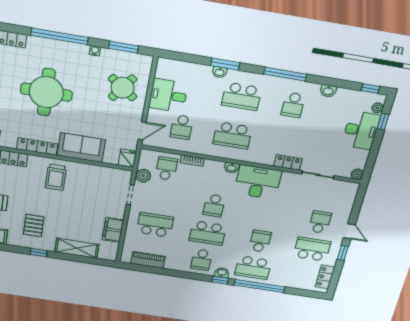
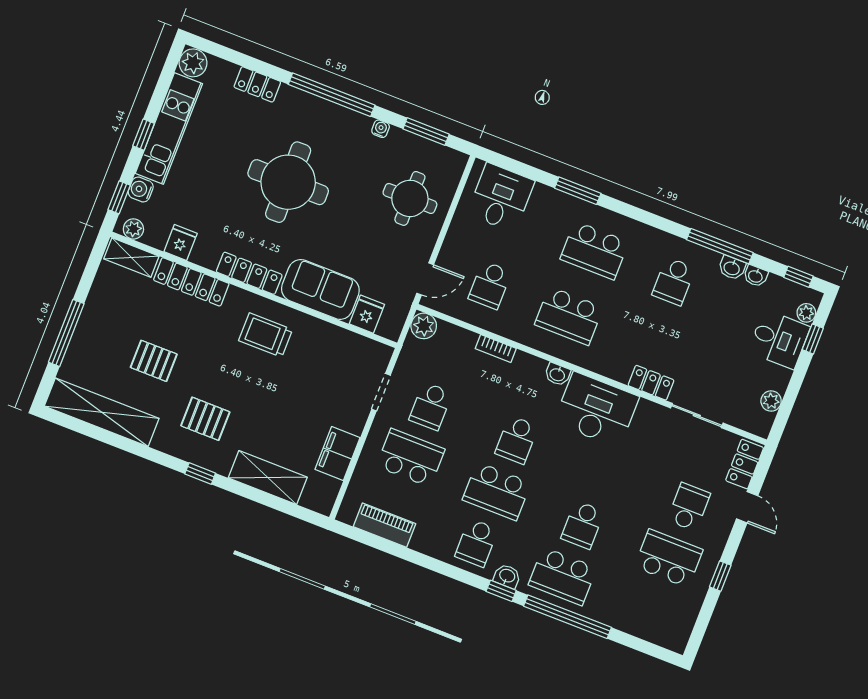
washbasin: (220, 72) -> (755, 276), moved
window: (285, 74) -> (720, 246), moved
round table: (123, 88) -> (410, 198), turned -36
desk: (168, 95) -> (501, 198), moved, turned 90
desk: (361, 130) -> (779, 339), width x0.73
fridge: (127, 158) -> (367, 314), moved
school desk: (166, 168) -> (431, 406), moved, turned 180
plant: (357, 174) -> (771, 401), moved
plant: (143, 176) -> (424, 326), moved
trolley: (56, 177) -> (266, 335), turned 90
pallet: (34, 226) -> (205, 419), turned 90
door: (349, 231) -> (747, 507), moved
school desk: (260, 241) -> (583, 525), turned 180
locker: (325, 277) -> (745, 464), moved

